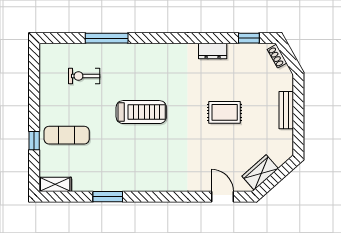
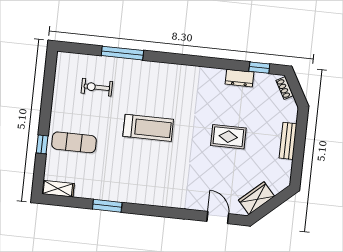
dresser: (213, 51) -> (239, 78), moved

